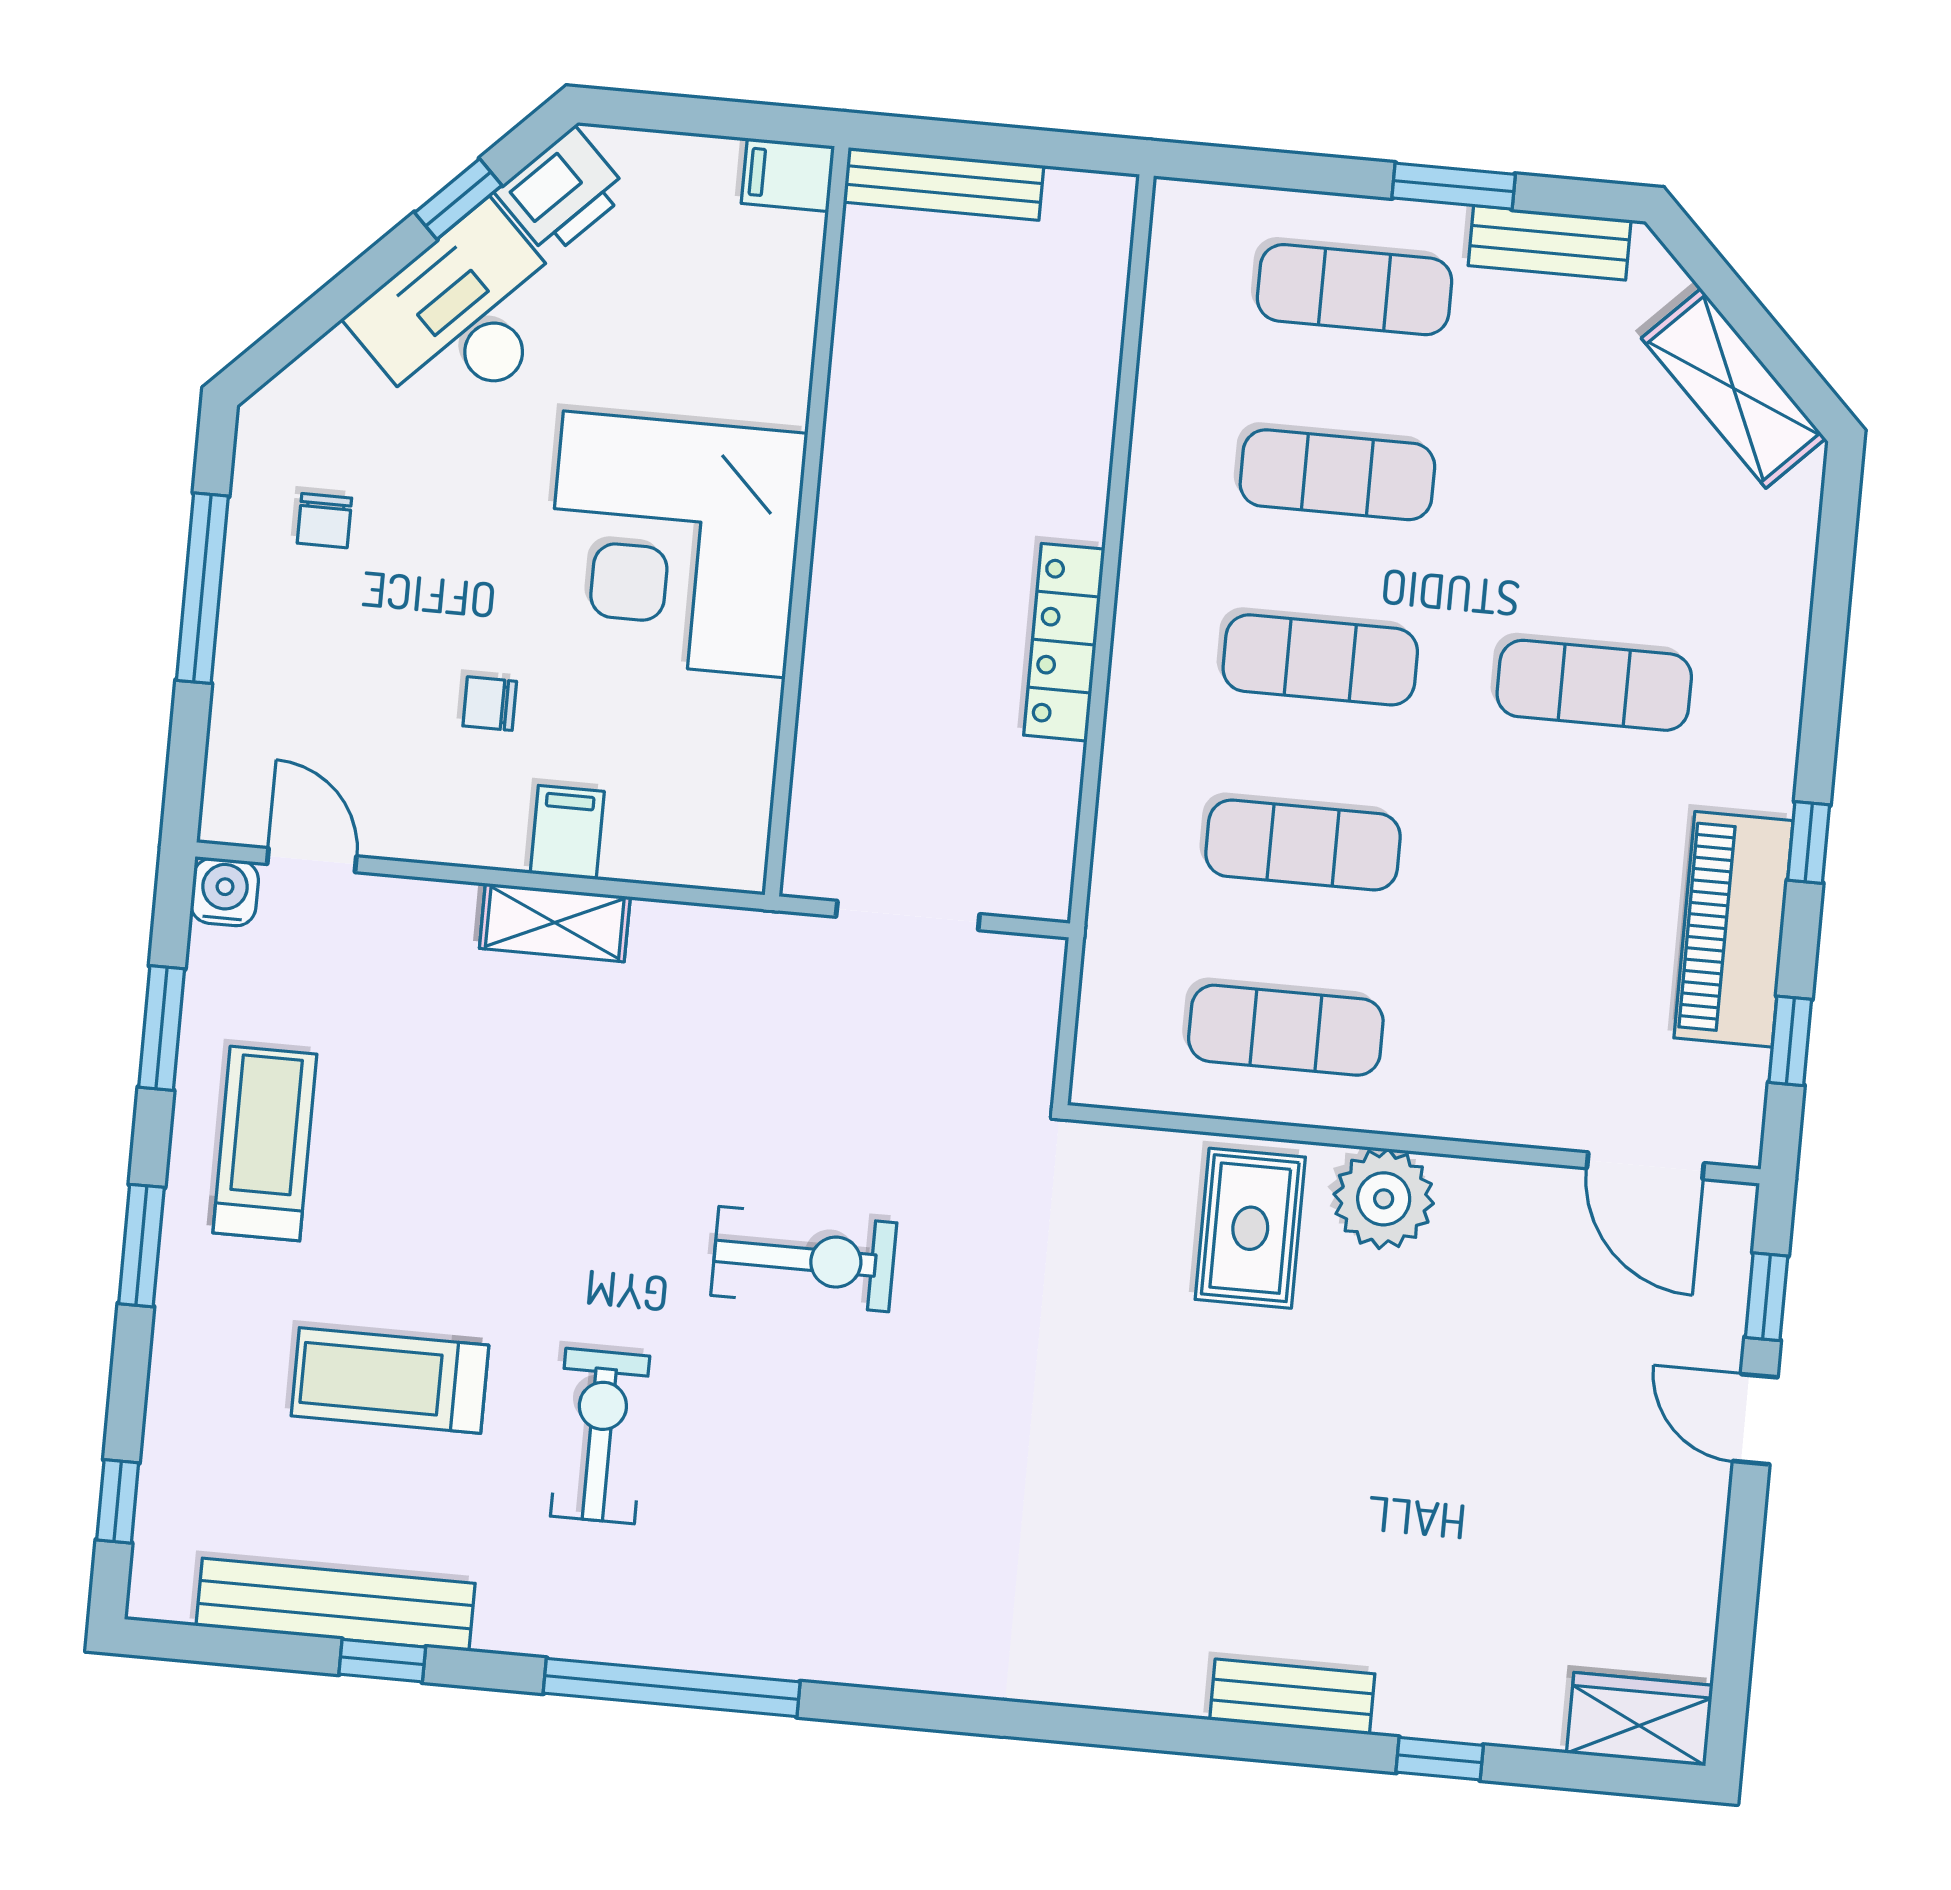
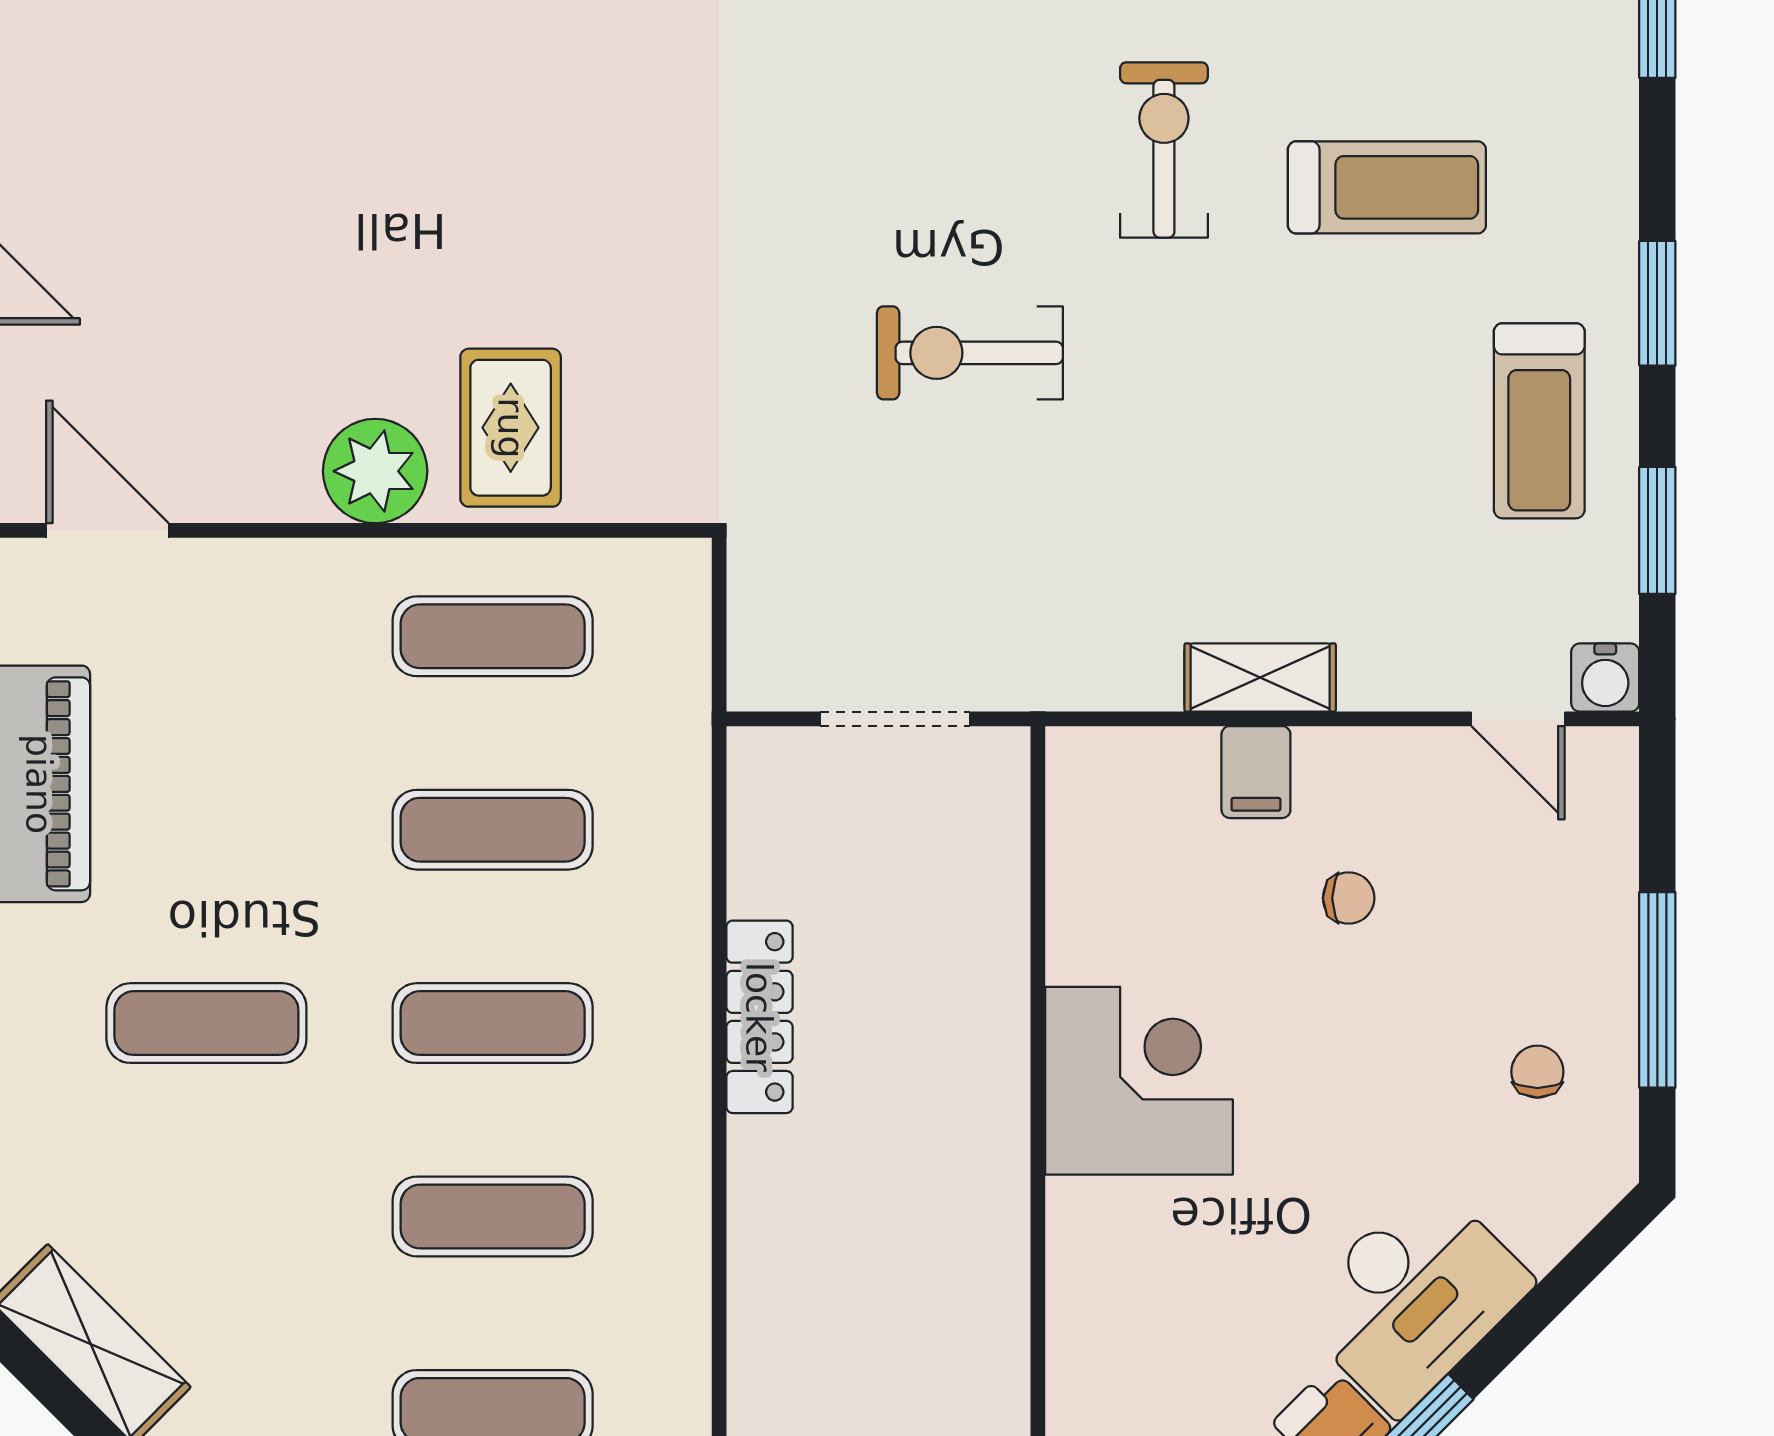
corner desk: (674, 544) -> (1139, 1081), width x0.74, depth x0.74
exercise bike: (600, 1436) -> (1164, 150), turned 180

